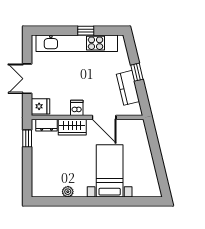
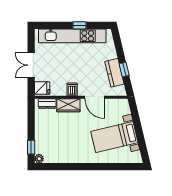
window: (137, 72) -> (124, 70), moved
window: (27, 138) -> (31, 147), moved
bed with nightstands: (110, 171) -> (114, 137), moved, turned -103
plant: (68, 192) -> (39, 159), moved

